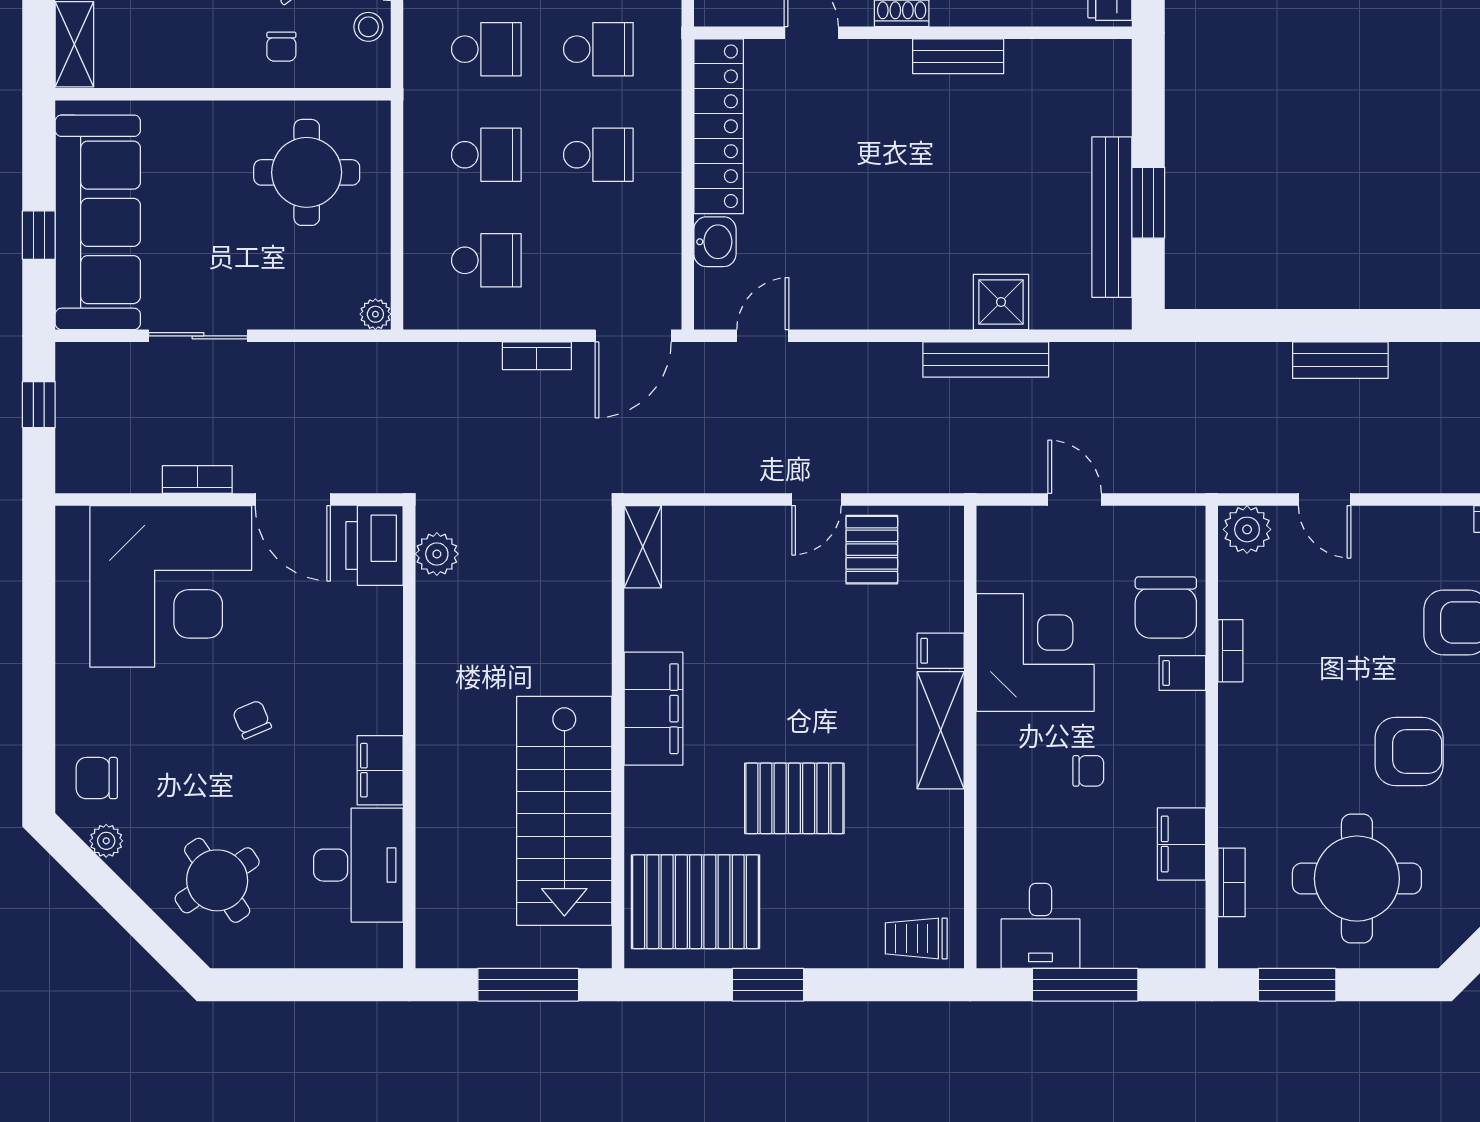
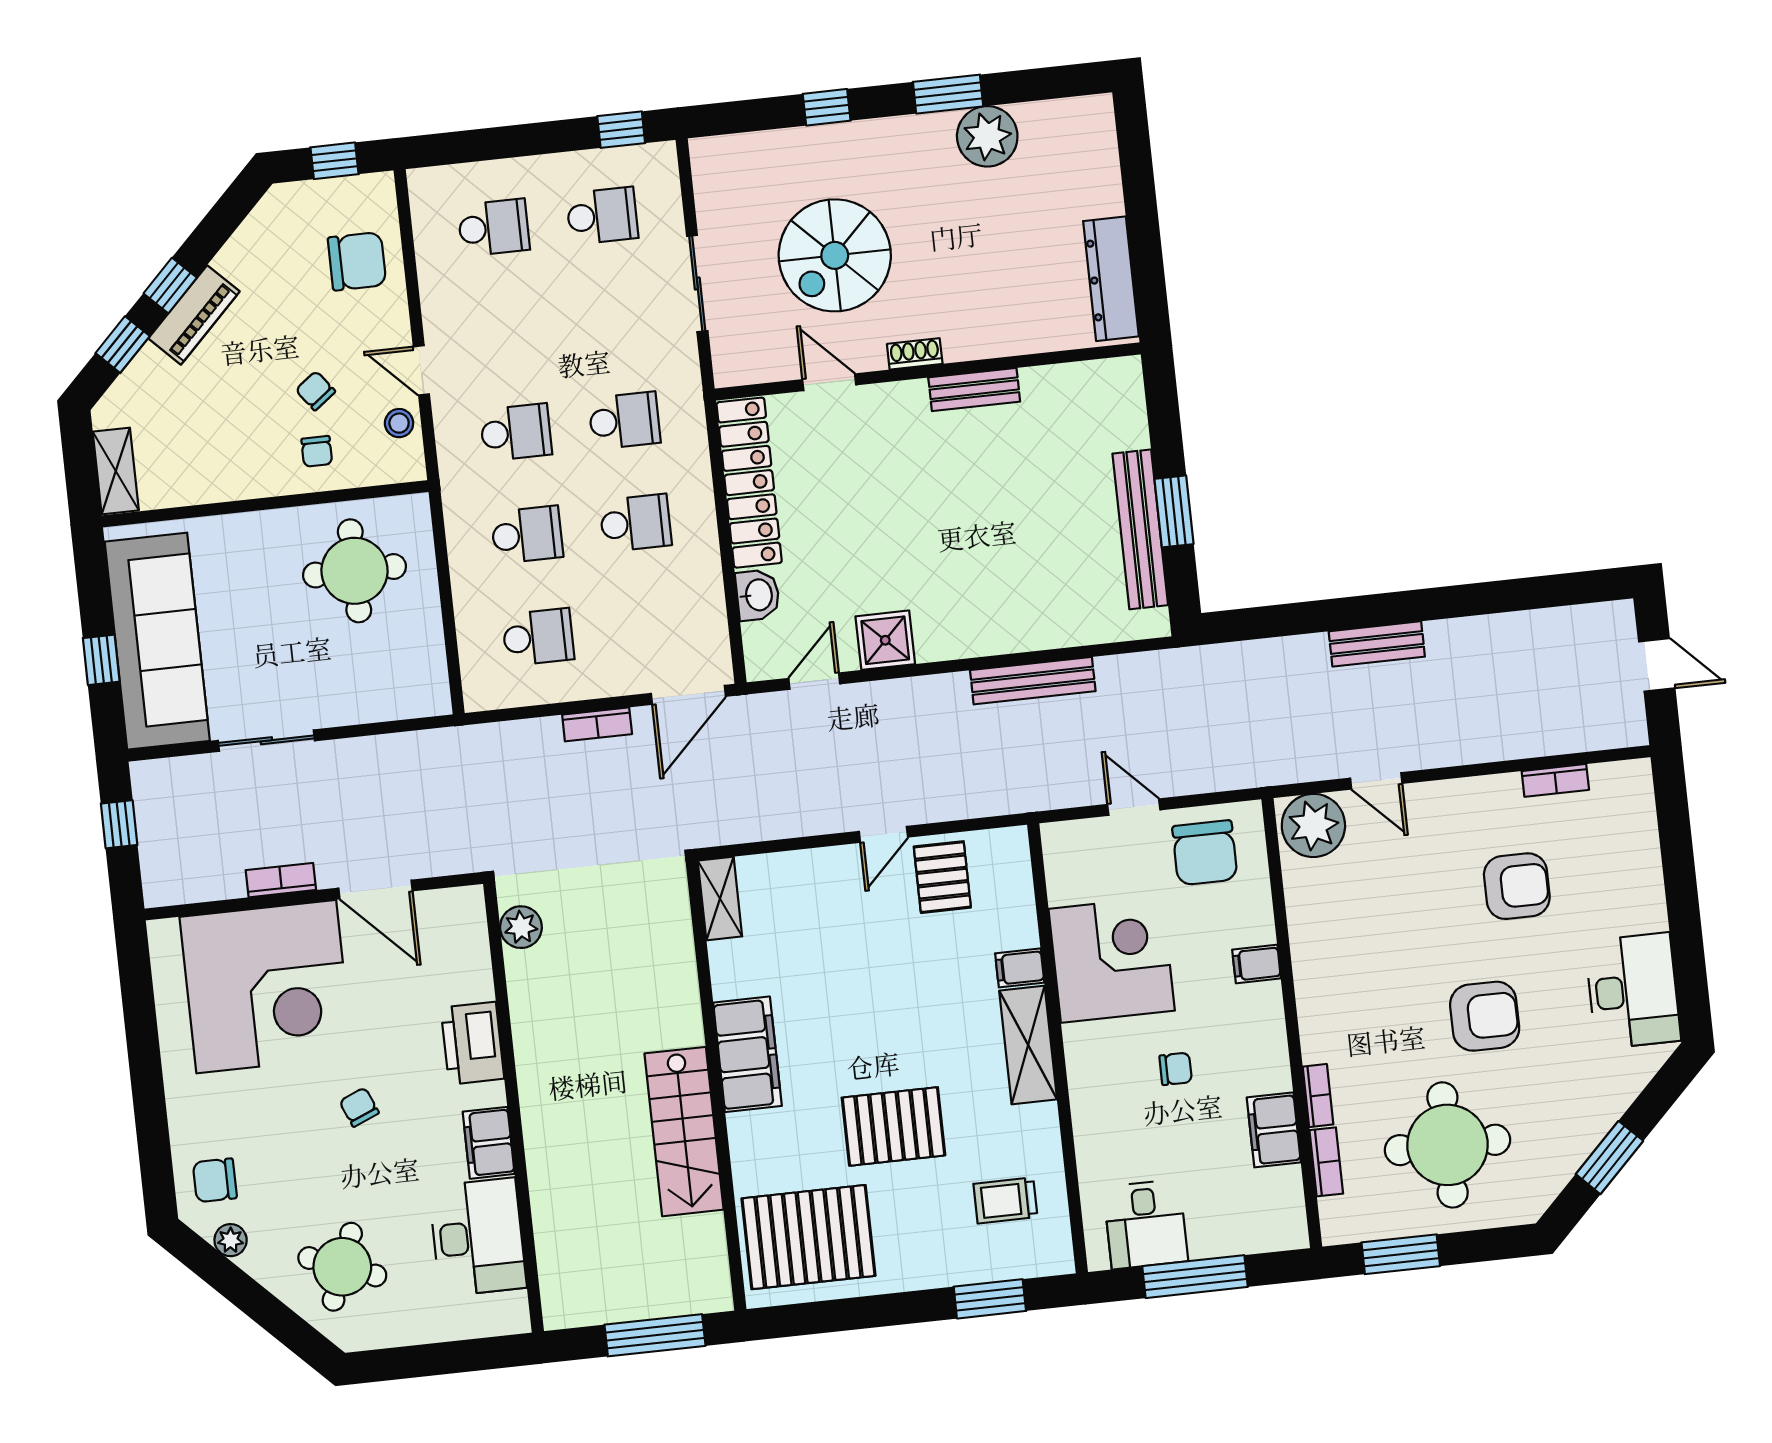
shower: (1001, 302) -> (885, 640), moved
plant: (375, 314) -> (436, 701), removed
plant: (1247, 529) -> (1313, 825), width x1.36, depth x1.36
printer: (375, 545) -> (472, 1043), moved
chair: (1166, 607) -> (1205, 853), moved
bookcase: (1230, 651) -> (1318, 1095), moved
stairs: (564, 811) -> (684, 1132), width x0.73, depth x0.66
round table: (217, 880) -> (342, 1267), turned -35
trolley: (916, 938) -> (1005, 1200), moved
window: (768, 985) -> (990, 1299), moved

